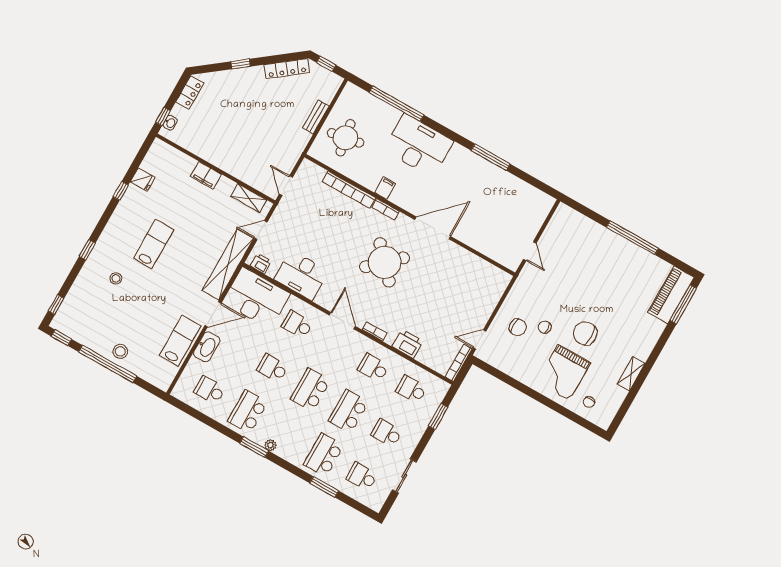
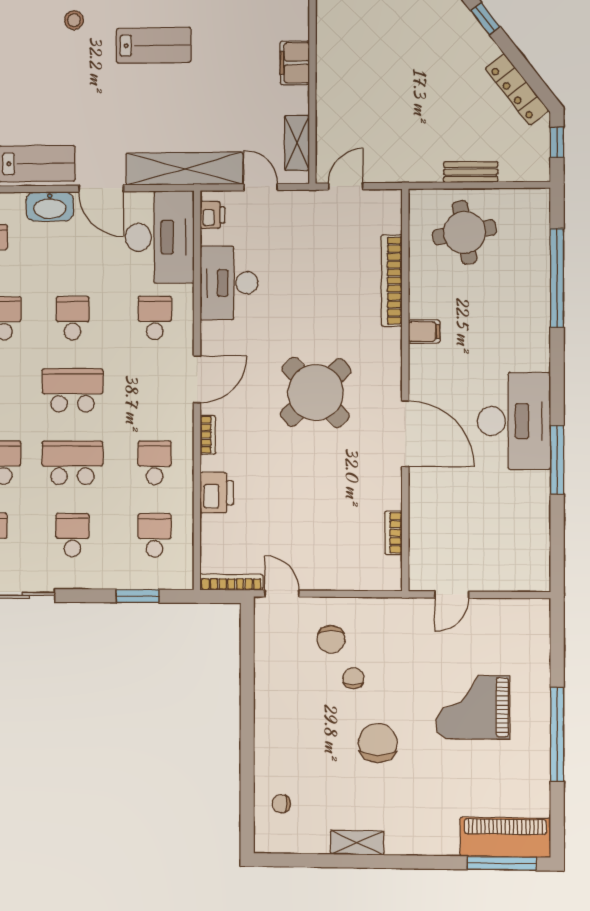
desk: (418, 146) -> (514, 421), moved
bookcase: (386, 209) -> (393, 533), moved
grand piano: (564, 372) -> (473, 707), moved

